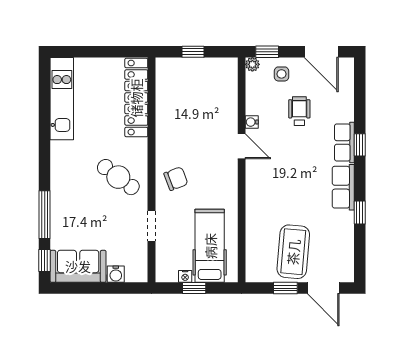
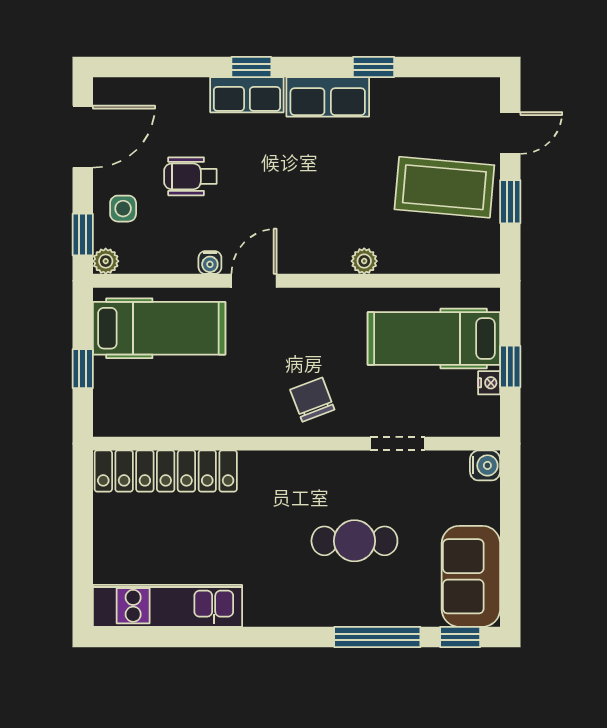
hospital bed: (215, 94) -> (159, 328), added
cafe table: (118, 177) -> (354, 541), moved, turned 53
plant: (252, 207) -> (364, 261), added
water cooler: (116, 274) -> (485, 465), moved
door: (323, 288) -> (510, 133), width x0.73

